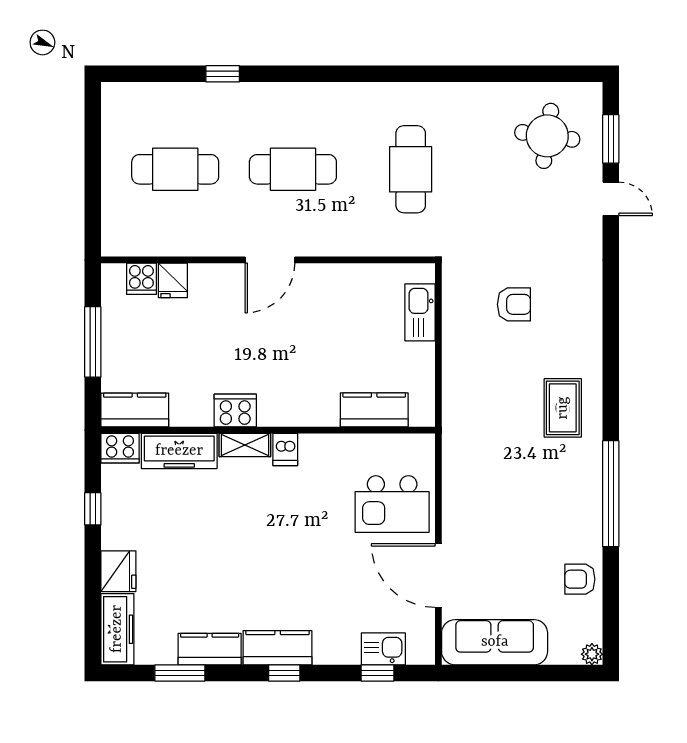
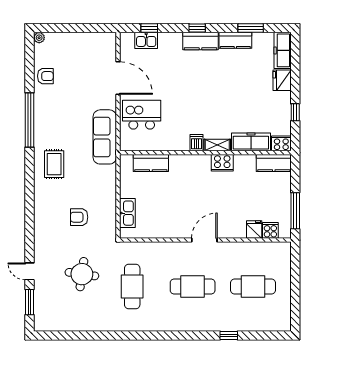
round table: (547, 136) -> (82, 274), moved
window: (93, 342) -> (295, 211), moved
sofa: (495, 642) -> (105, 137), moved, turned 90

